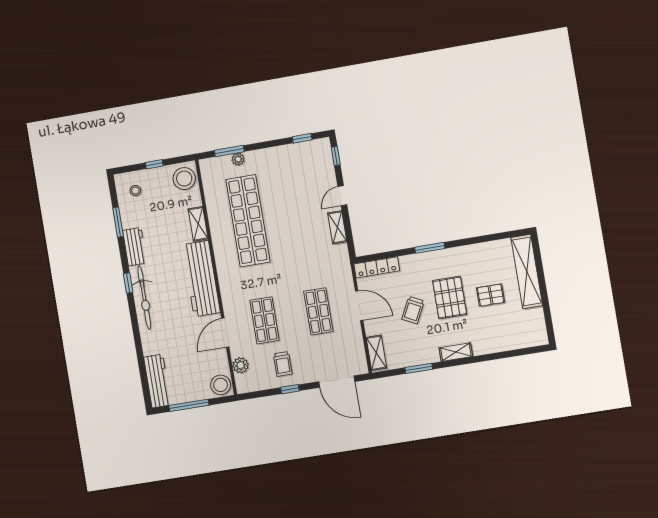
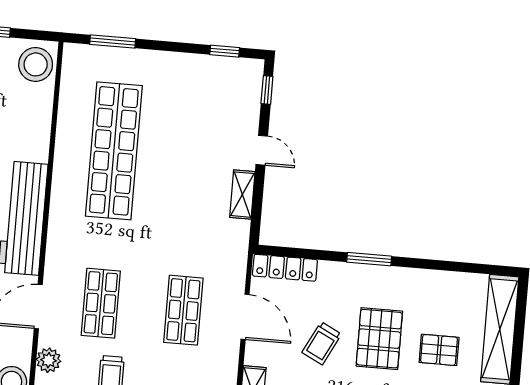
plant: (238, 159) -> (123, 57), removed
door: (342, 196) -> (262, 150), swing flipped
shelving: (198, 224) -> (39, 136), removed

